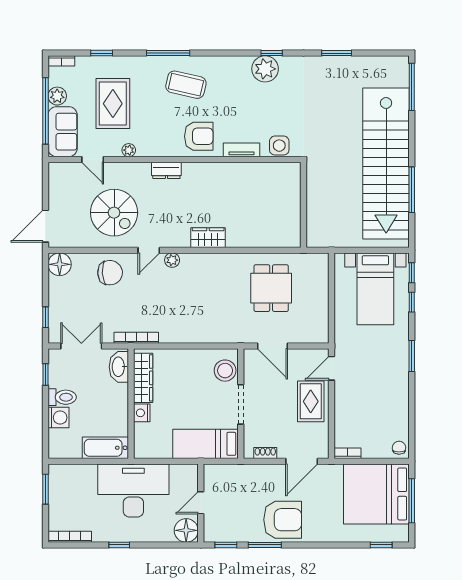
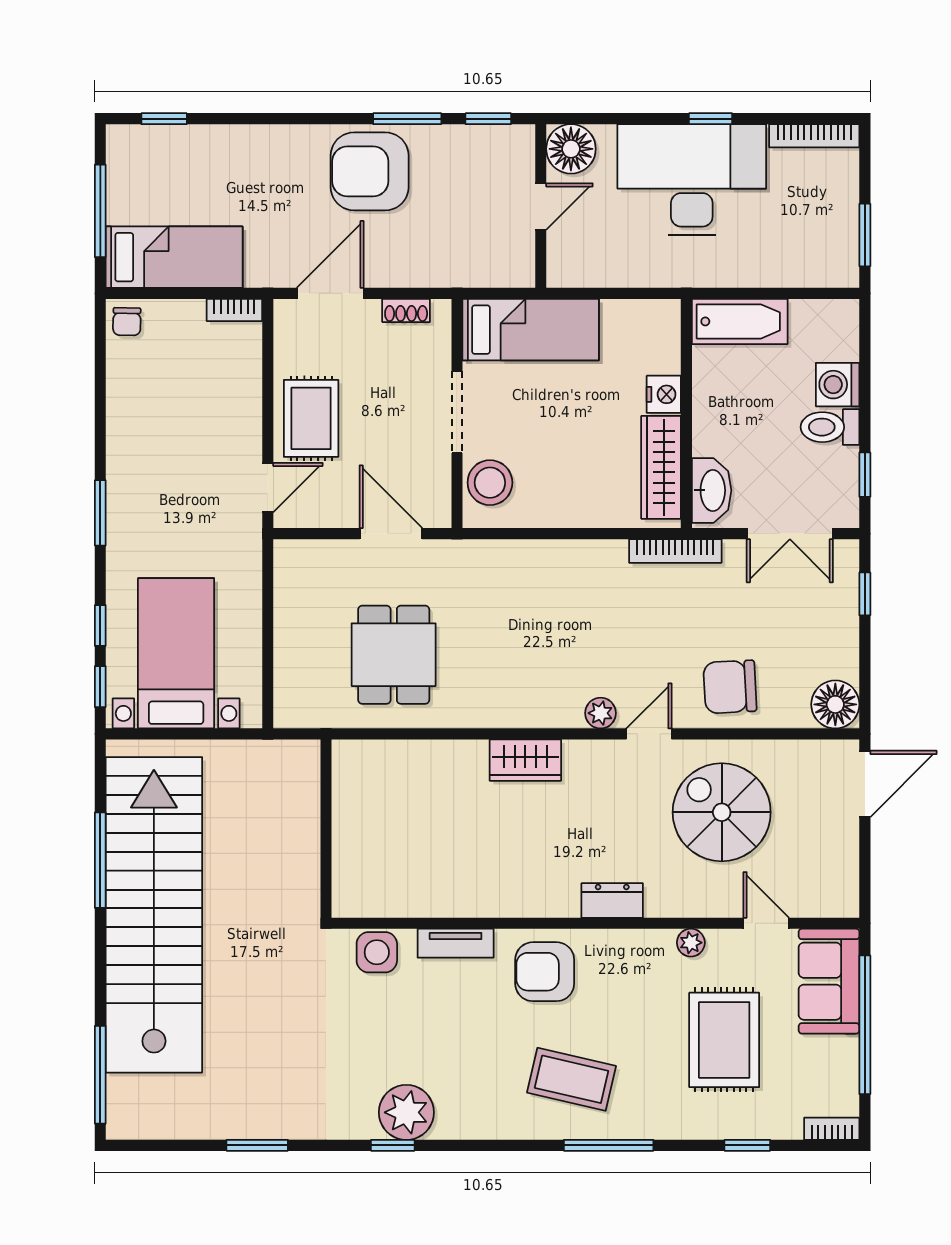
plant: (57, 96) -> (840, 1056), removed
desk: (133, 490) -> (692, 180), moved, turned 180
bed: (376, 494) -> (174, 257), width x0.49

